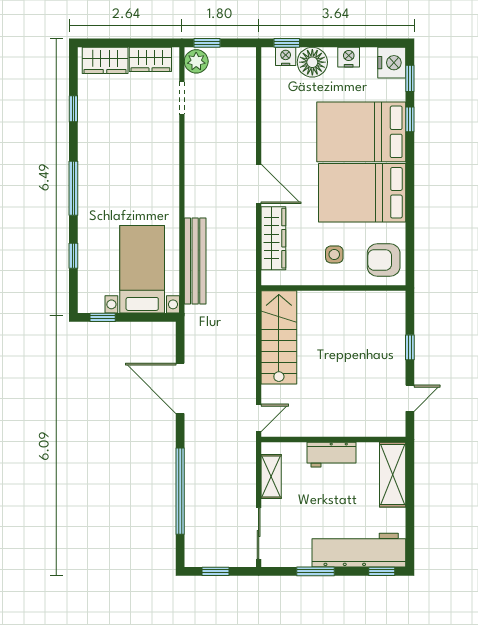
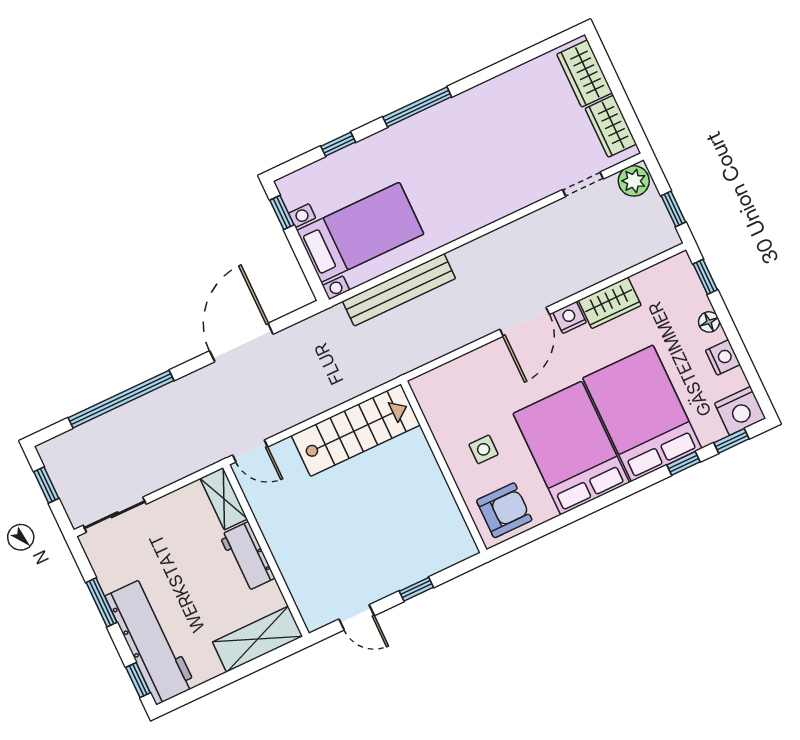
window: (207, 43) -> (673, 209), moved
nightstand: (286, 56) -> (570, 317), moved, turned -90
floor lamp: (312, 62) -> (709, 322), width x0.53, depth x0.53
window: (73, 109) -> (510, 63), removed
wardrobe: (273, 238) -> (610, 303), moved, width x0.67
armchair: (384, 260) -> (504, 510), turned 90
shelving: (271, 476) -> (224, 499), moved, turned 90

